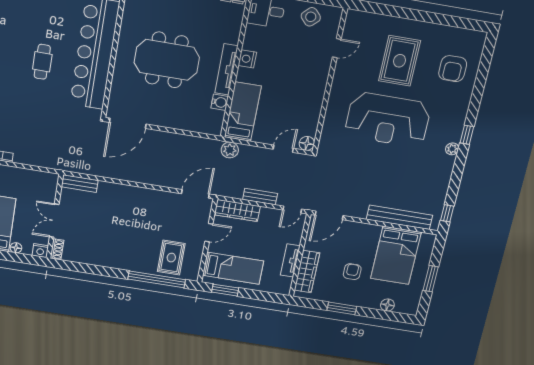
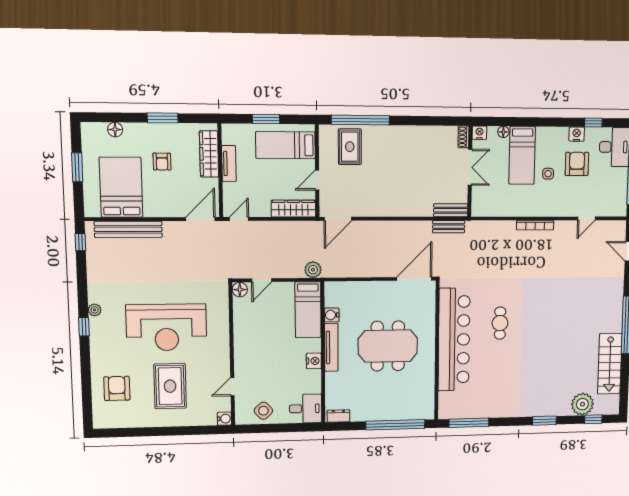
water cooler: (353, 16) -> (224, 419), added
reception desk: (388, 120) -> (167, 327), turned 180
bench: (260, 197) -> (449, 227), moved
window: (225, 290) -> (266, 119), moved

